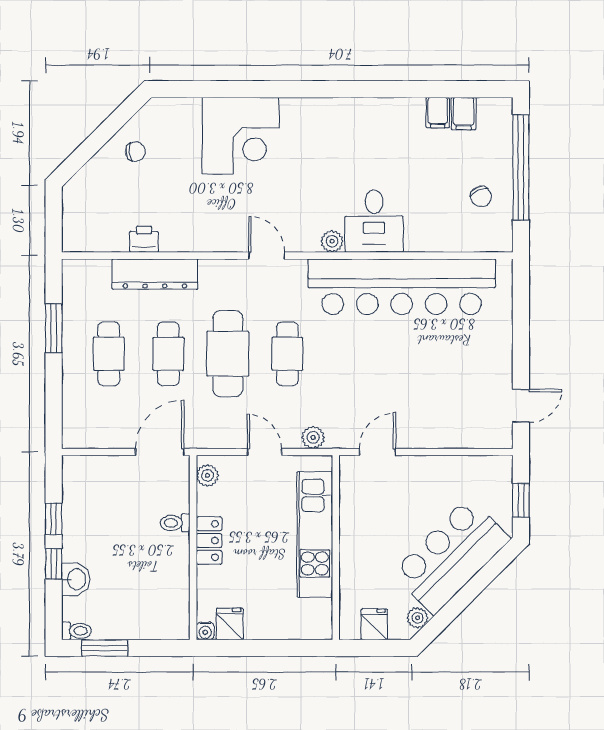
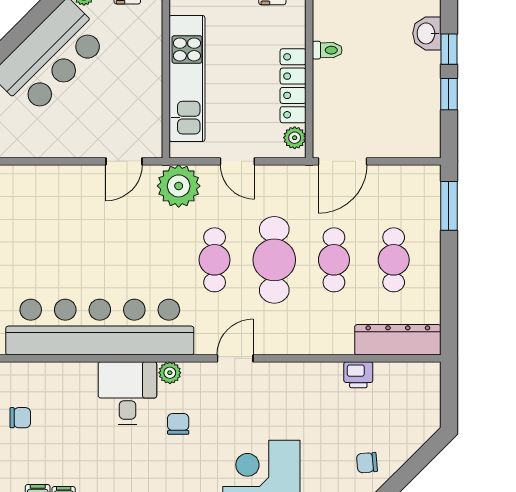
chair: (324, 190) -> (178, 424), added
chair: (481, 196) -> (20, 418), turned 114
door: (267, 256) -> (235, 358), swing flipped
dresser: (155, 274) -> (398, 340), moved
window: (54, 328) -> (449, 206), moved
plant: (313, 437) -> (179, 186), width x1.88, depth x1.88
toilet: (175, 523) -> (327, 50), moved
locker: (209, 541) -> (293, 86), width x1.53

